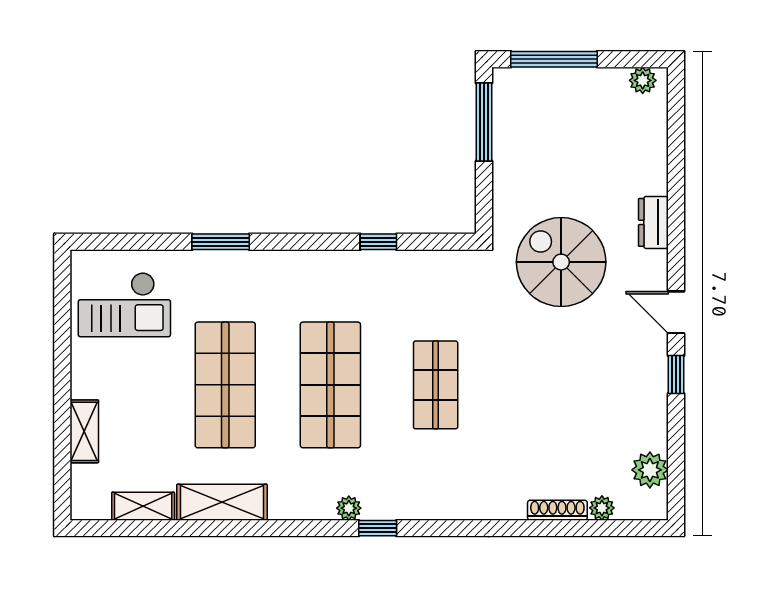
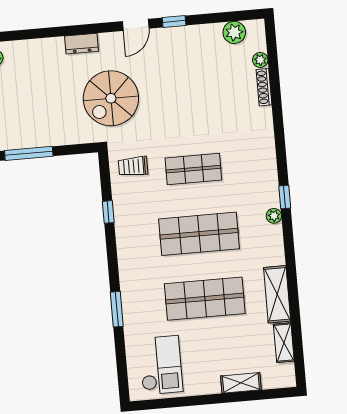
trolley: (448, 288) -> (133, 166), added

